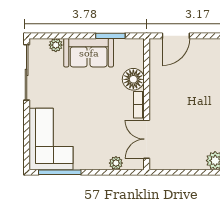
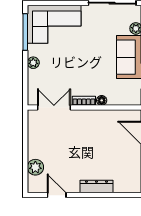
floor lamp: (133, 79) -> (102, 100), width x0.53, depth x0.53
plant: (116, 163) -> (33, 63), moved

